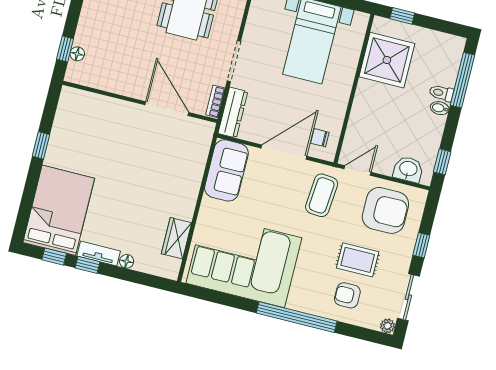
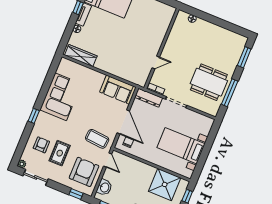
window: (65, 49) -> (196, 12), removed
door: (167, 109) -> (156, 63), width x0.53
armchair: (385, 210) -> (84, 172), turned 180
wardrobe: (176, 238) -> (81, 56), width x1.50
window: (421, 245) -> (76, 194), moved
corner sofa: (244, 260) -> (61, 97), width x0.73, depth x0.74
window: (297, 317) -> (34, 116), width x0.32

